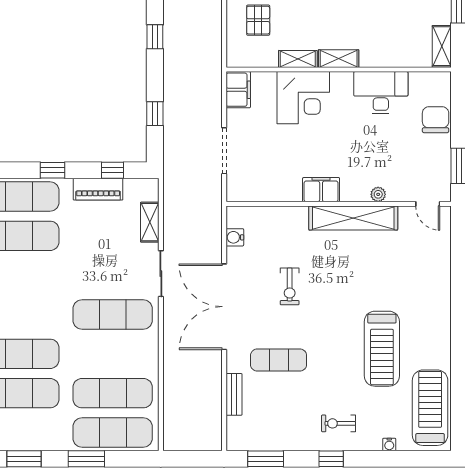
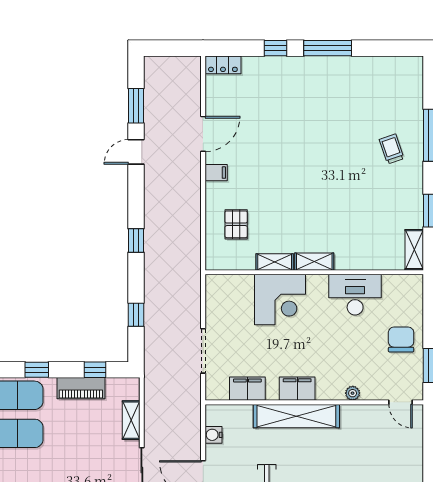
filing cabinet: (238, 90) -> (247, 389), moved, turned -90
chair: (436, 120) -> (401, 339), moved
shelving: (353, 218) -> (296, 416), moved

